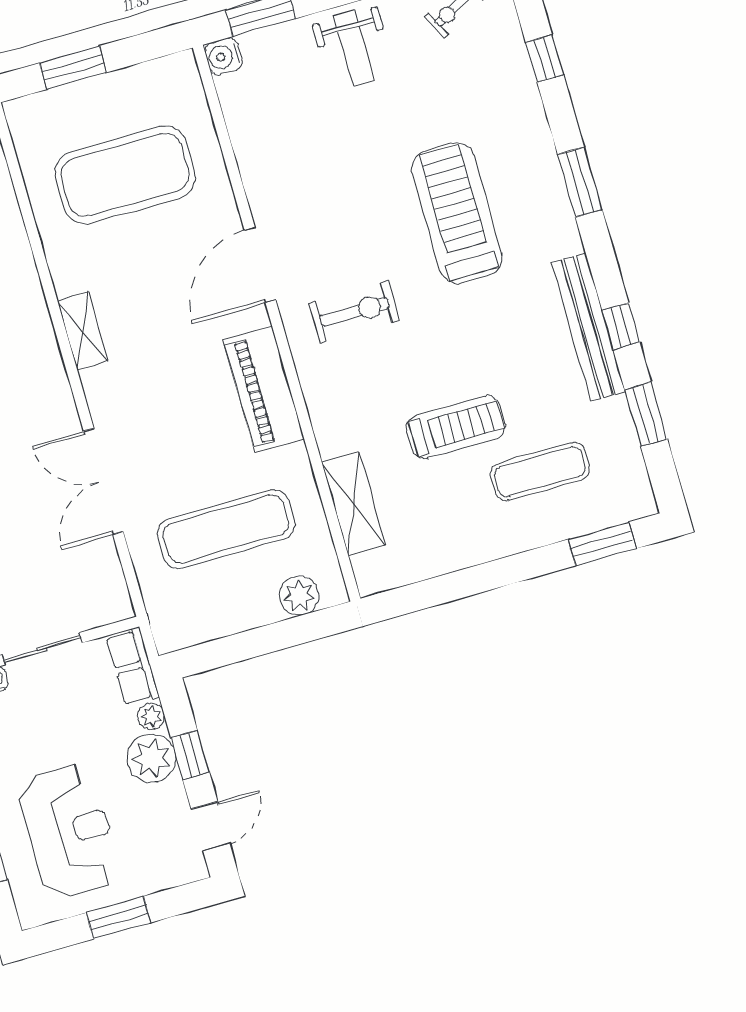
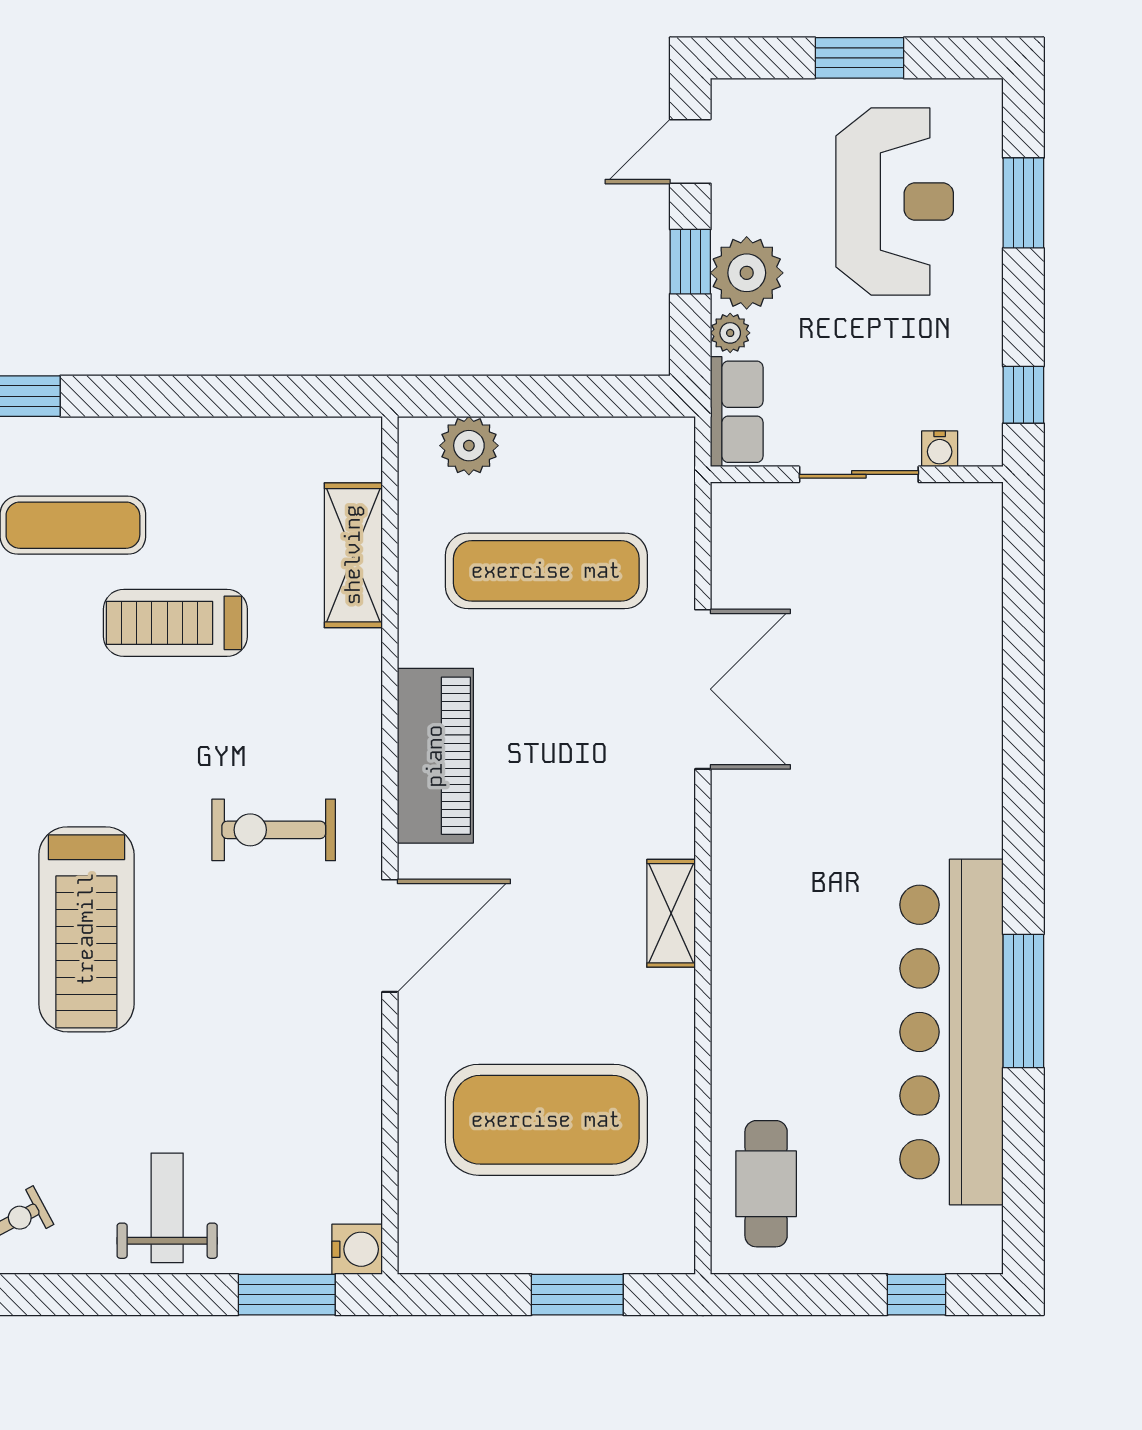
reception desk: (69, 831) -> (895, 201), turned 180

